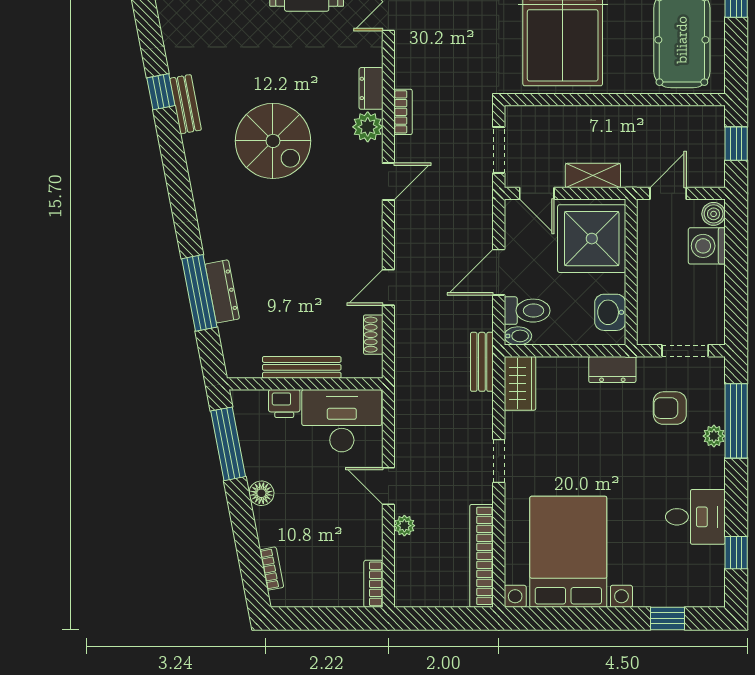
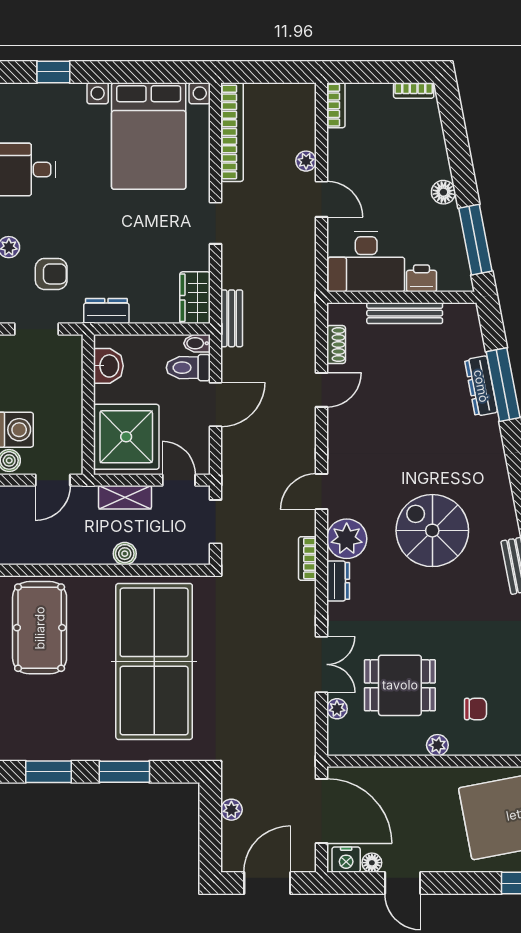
boiler: (593, 117) -> (125, 554), added
plant: (368, 127) -> (347, 539), width x1.36, depth x1.36
bookcase: (272, 569) -> (414, 90), moved, turned -79

